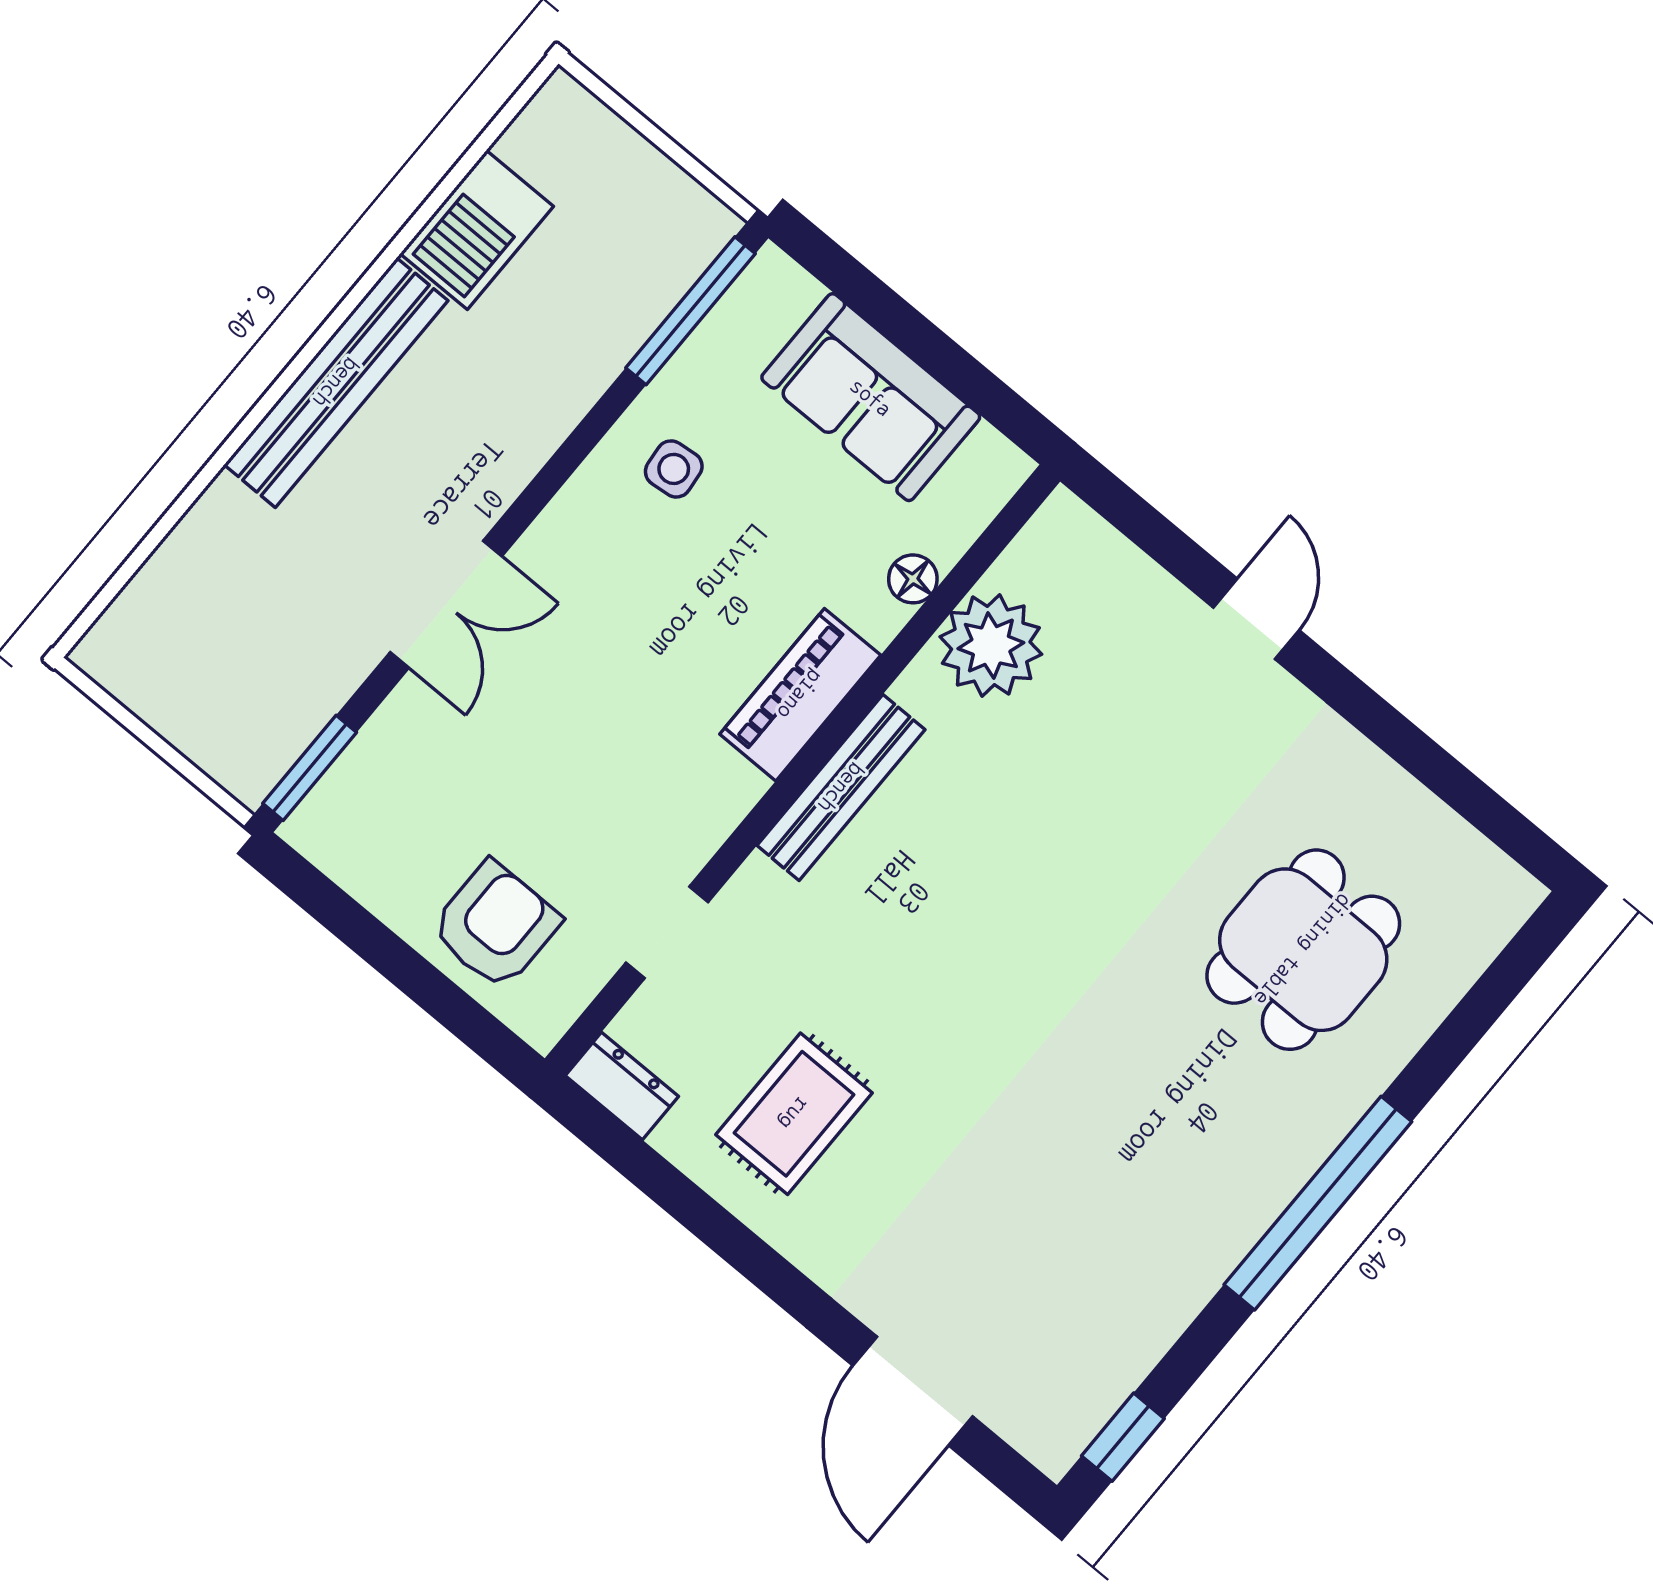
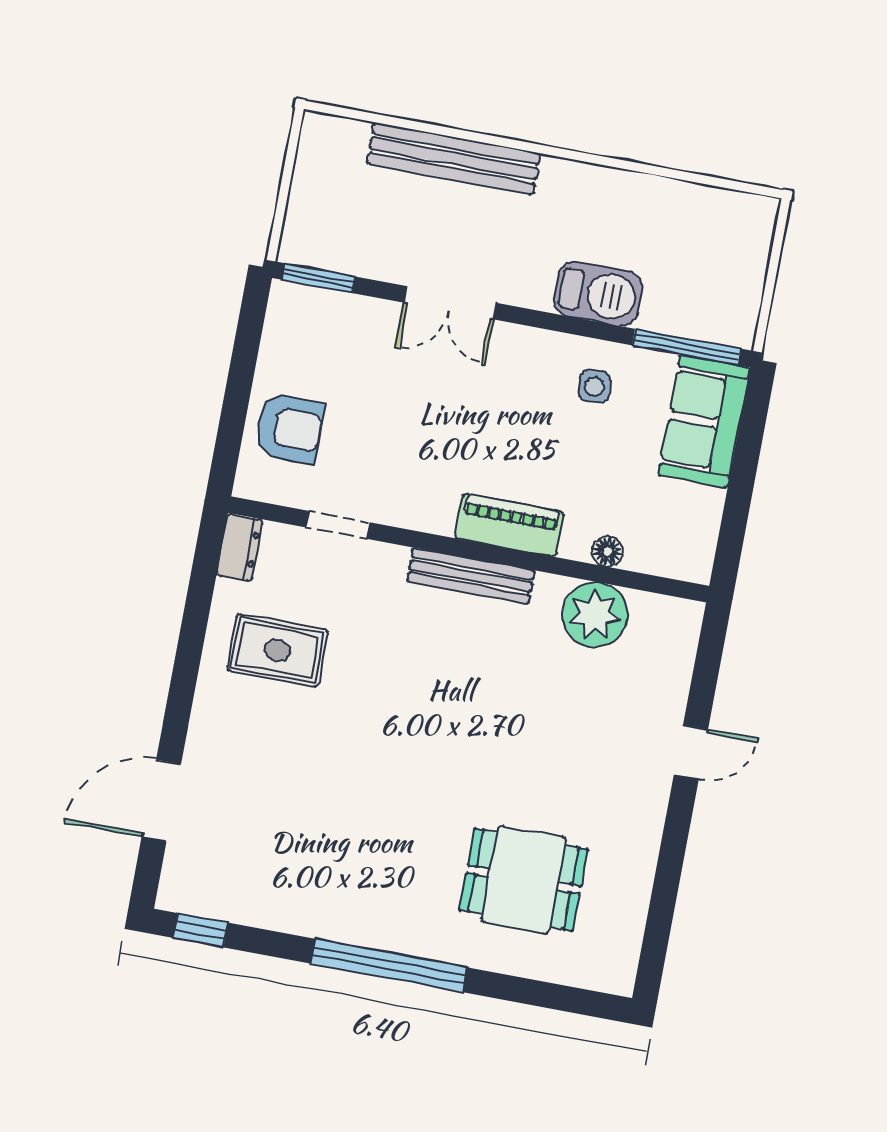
barbecue: (477, 230) -> (598, 294), moved, turned 180
bench: (336, 383) -> (454, 159), moved
sofa: (871, 397) -> (704, 421), moved

